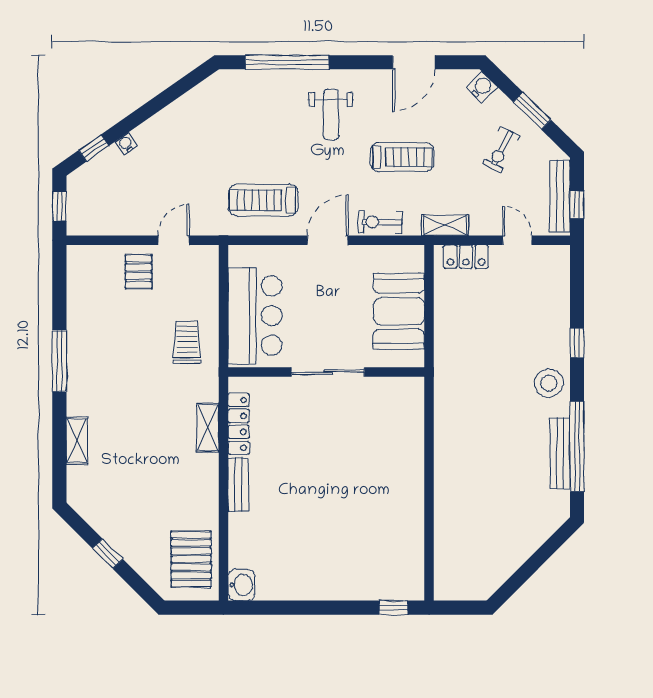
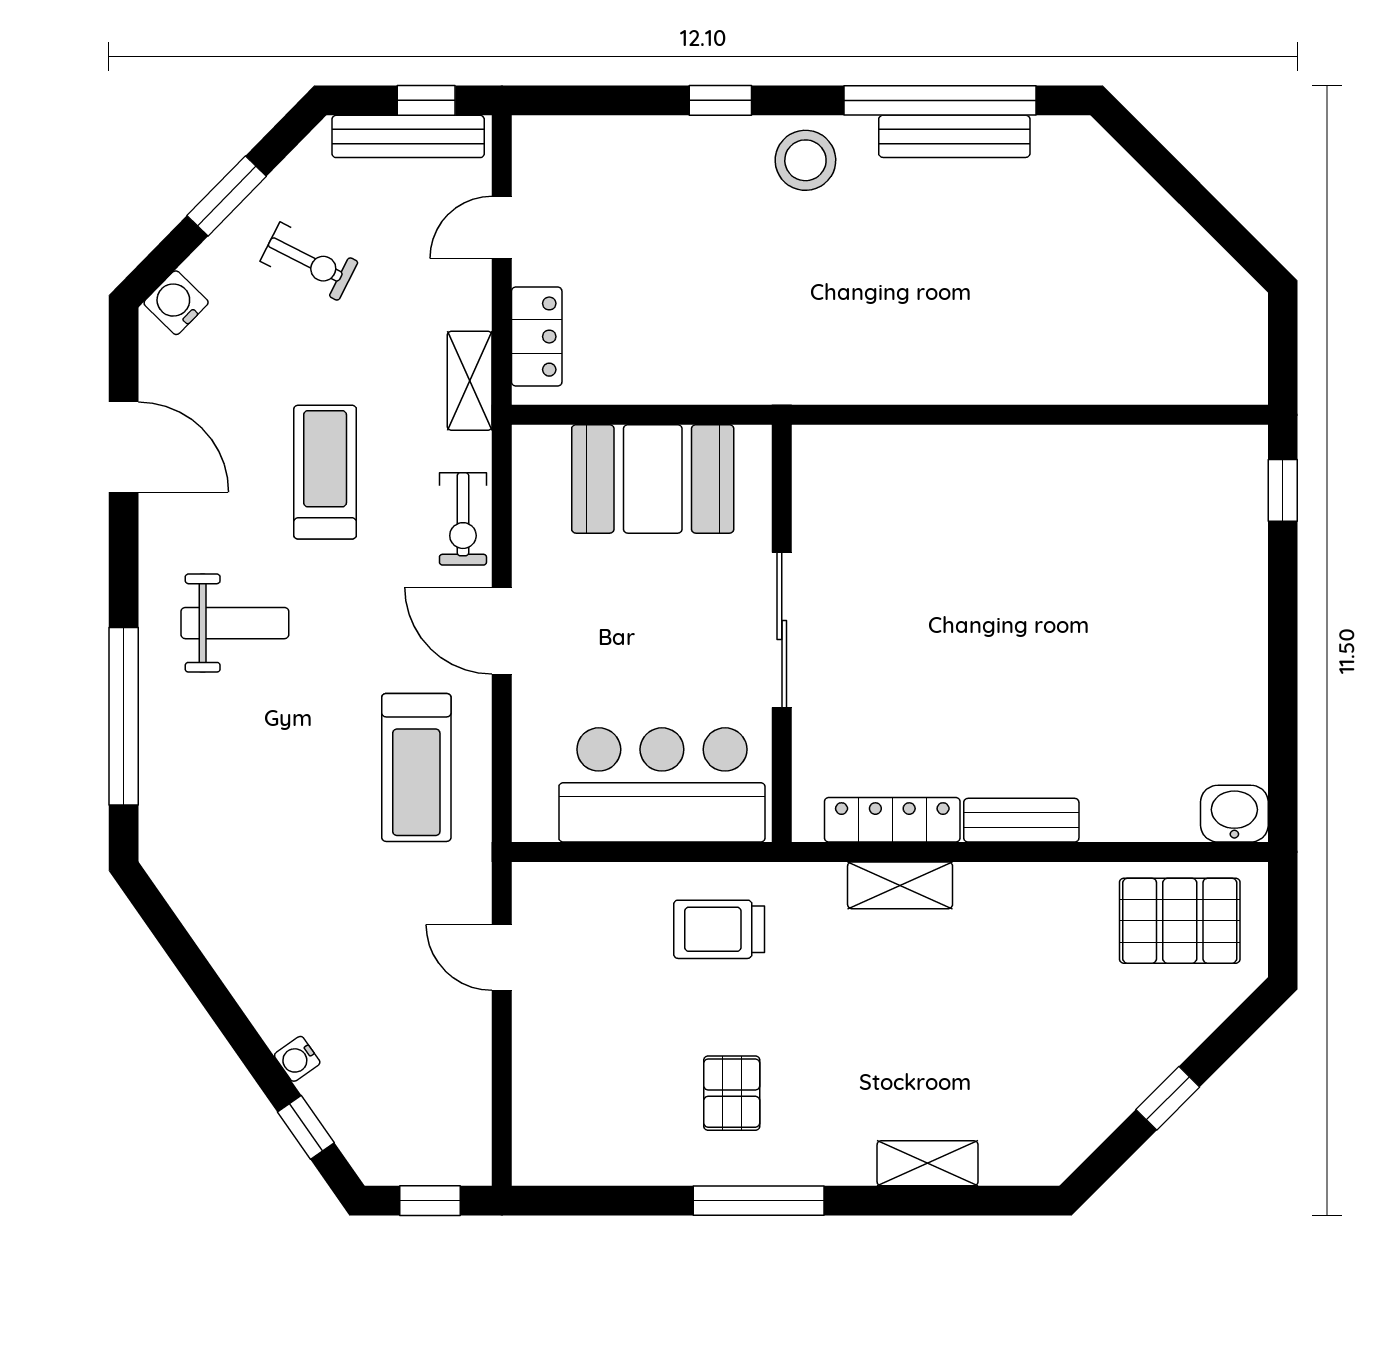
pallet: (139, 272) -> (732, 1093), moved, turned 90

